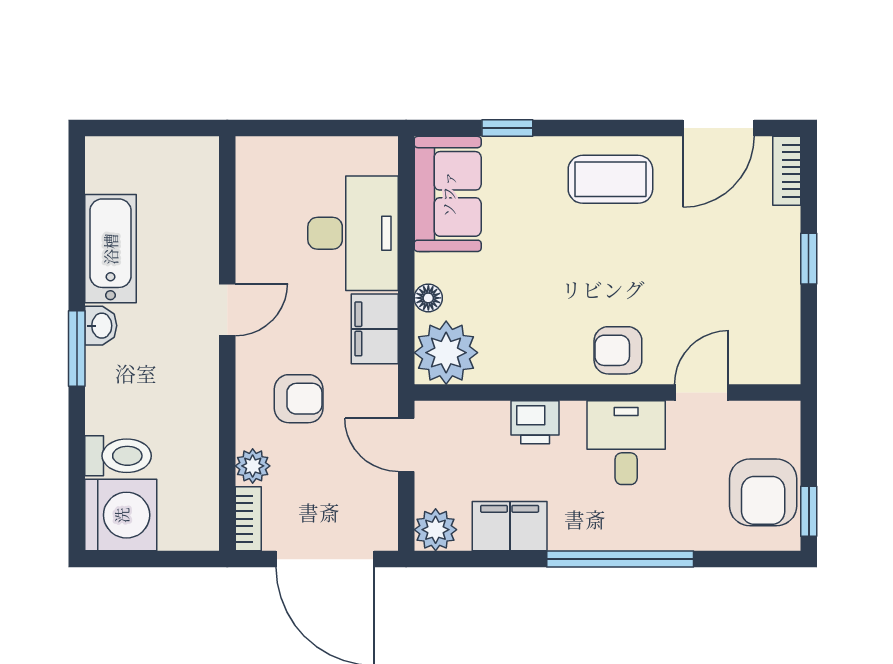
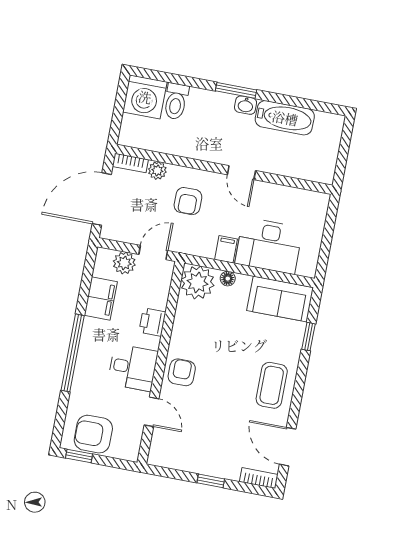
filing cabinet: (375, 329) -> (226, 249), width x0.50
plant: (436, 530) -> (124, 263), moved

